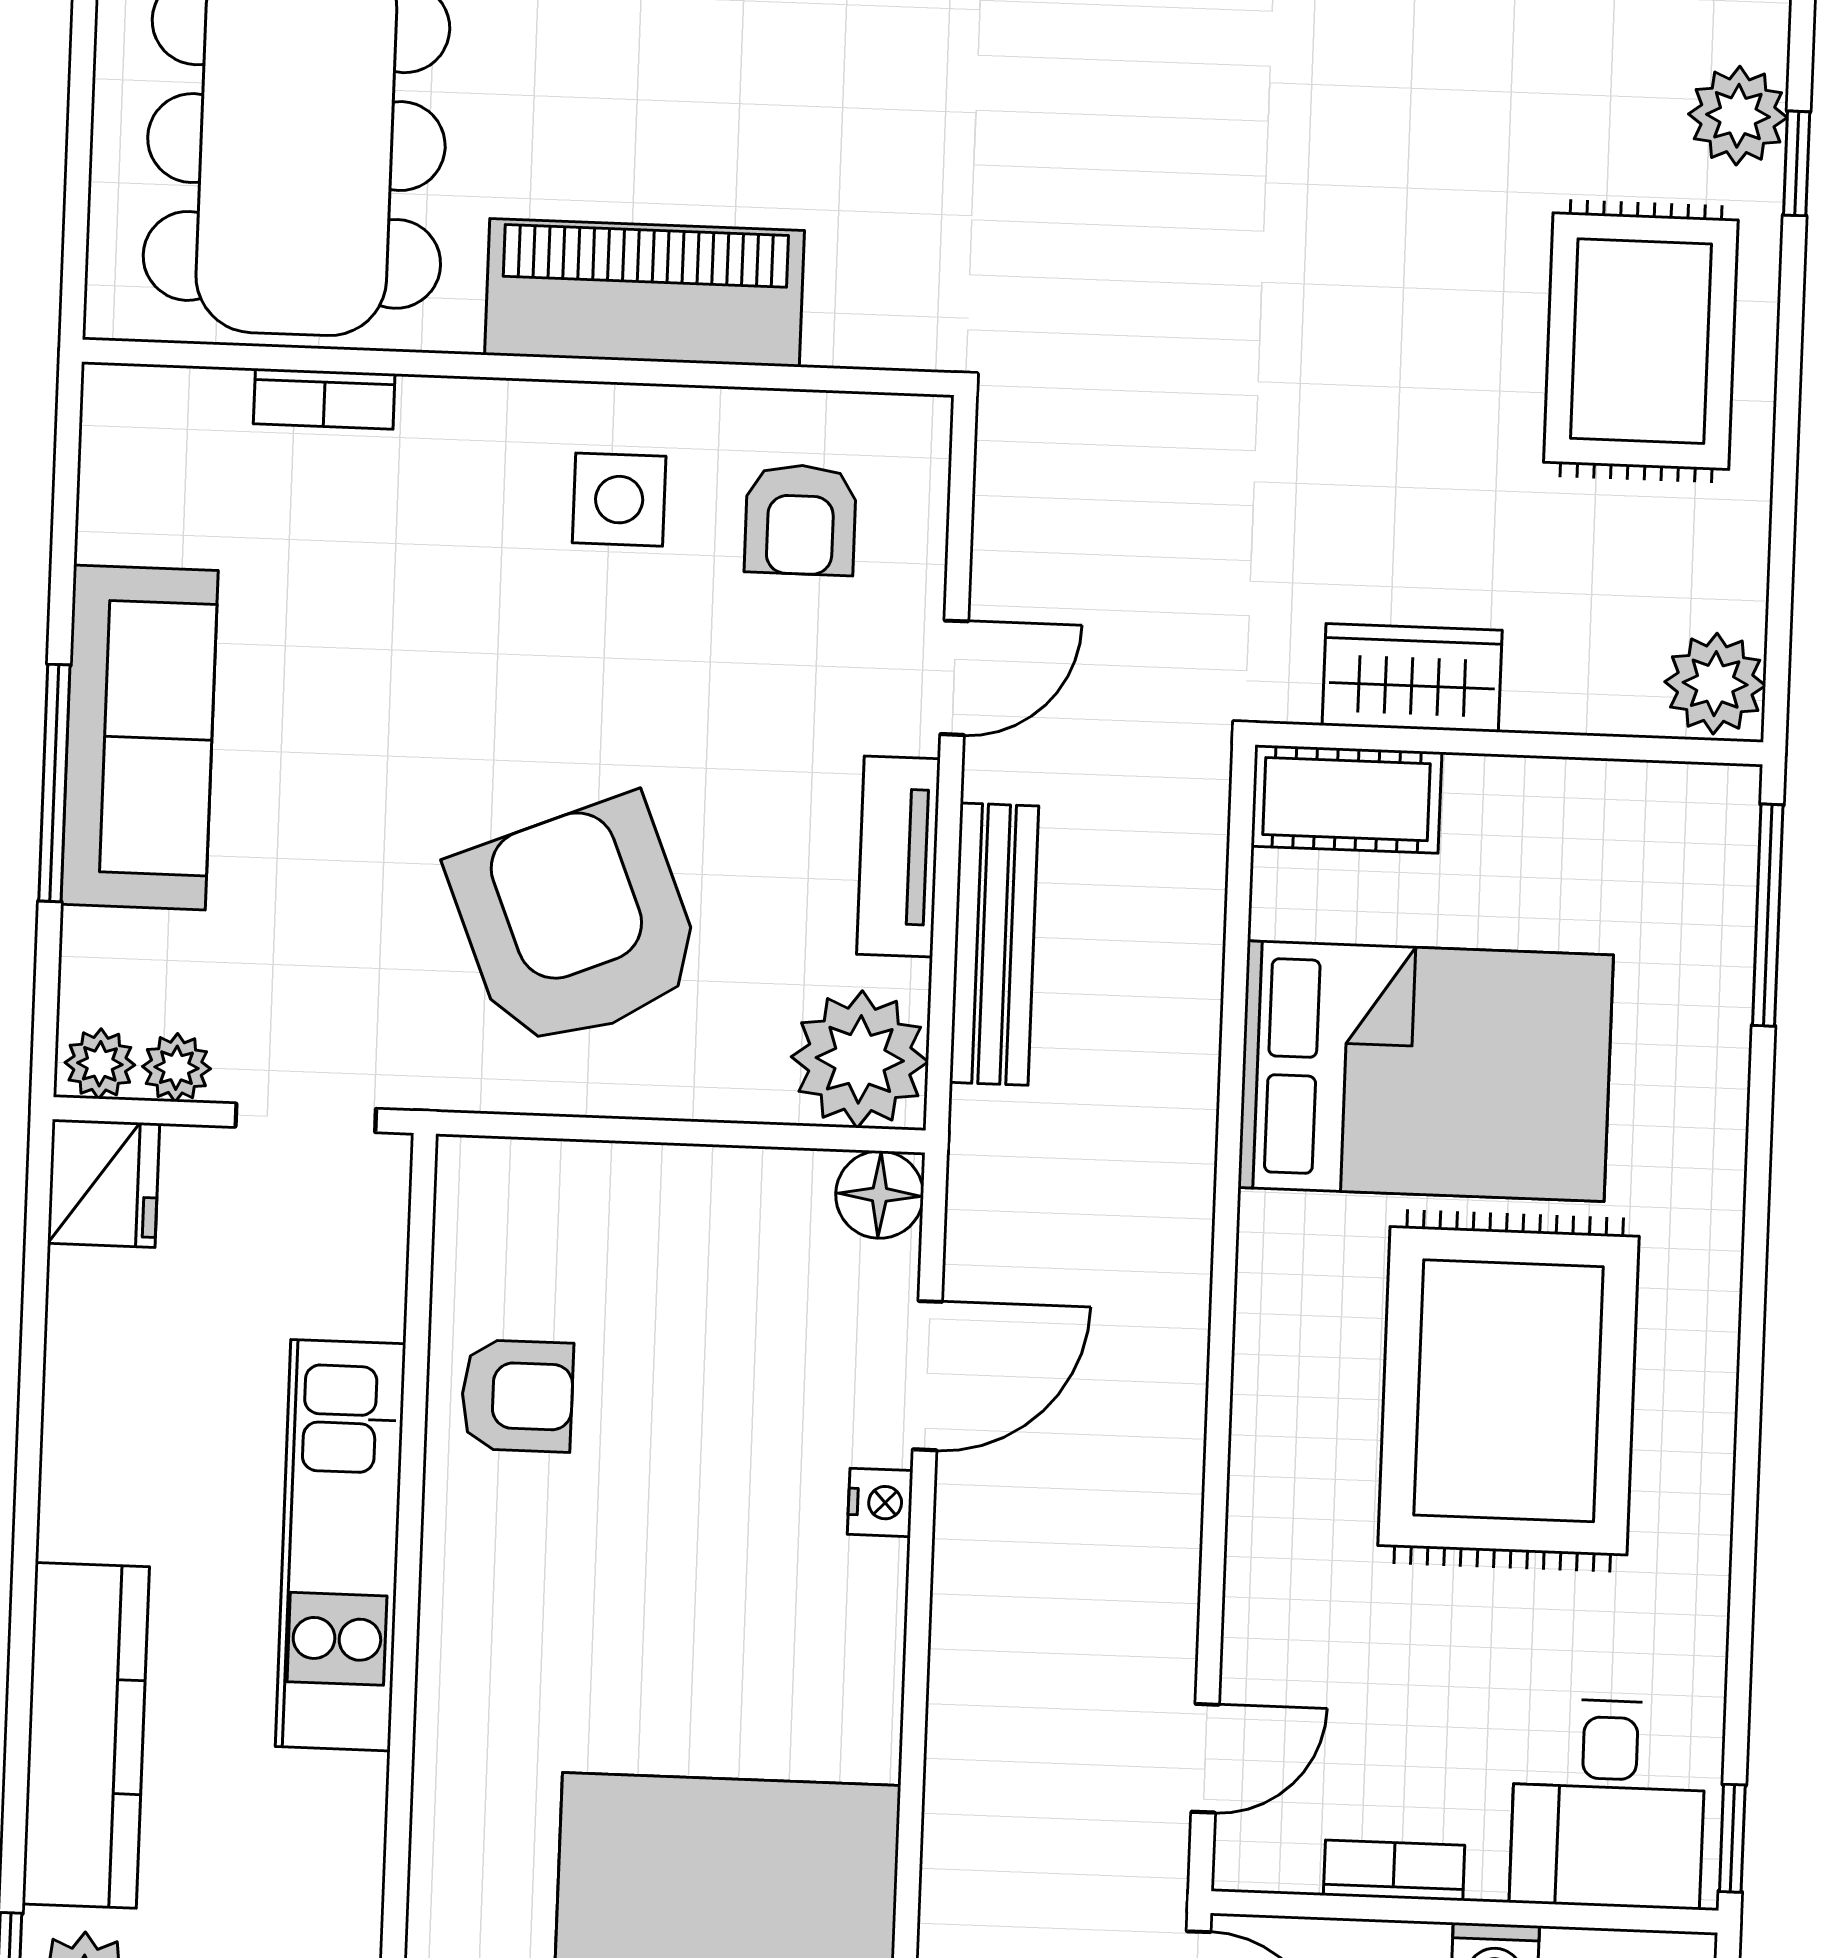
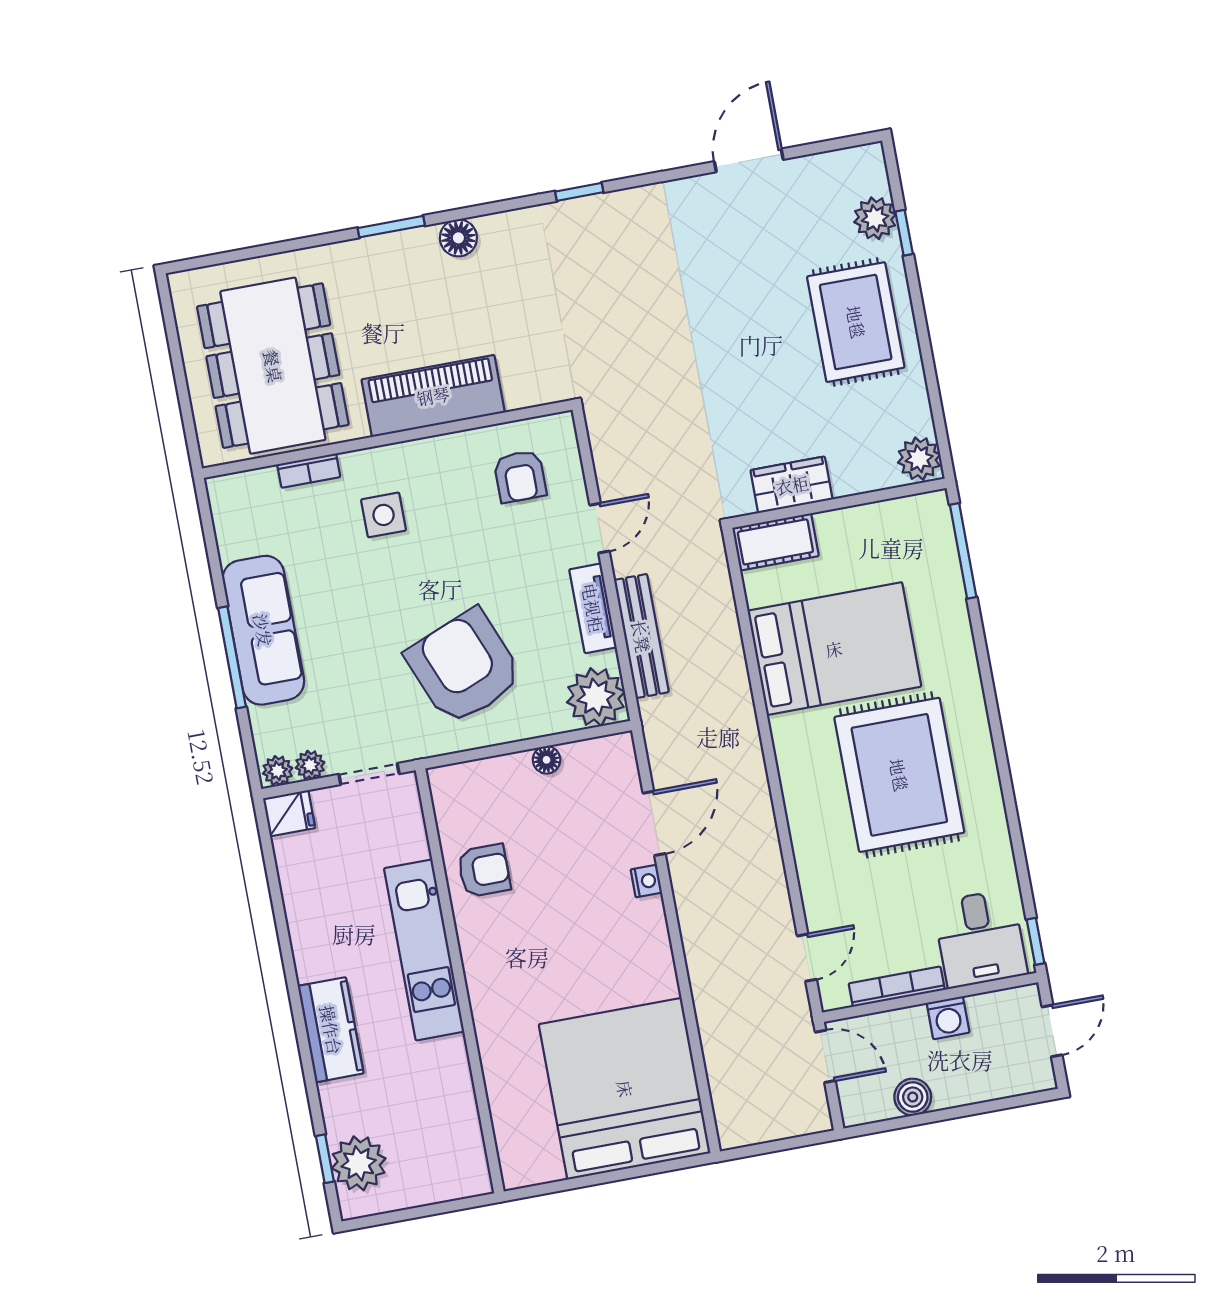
side table: (619, 500) -> (384, 515), moved
fridge: (104, 1183) -> (289, 813), width x0.72
floor lamp: (880, 1195) -> (547, 760), moved, width x0.73, depth x0.73
kitchen counter: (86, 1735) -> (331, 1030), width x0.67
bookcase: (1394, 1870) -> (897, 987), width x1.56

